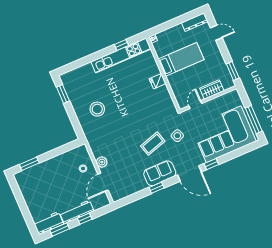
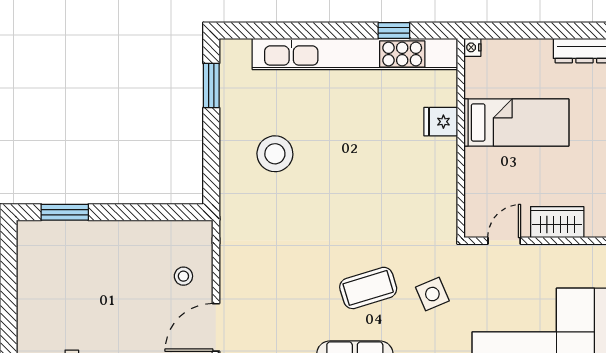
kitchen unit: (121, 55) -> (355, 54), width x1.36
fridge: (158, 81) -> (441, 122), moved
plant: (102, 162) -> (233, 280), removed

